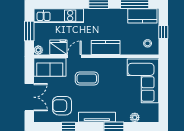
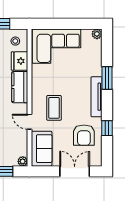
fridge: (58, 47) -> (20, 61), moved
plant: (135, 117) -> (97, 34), moved

